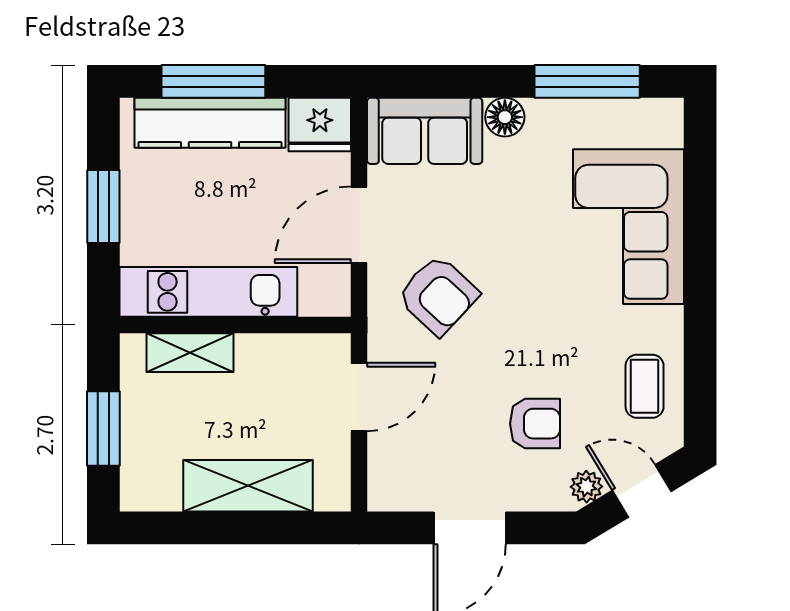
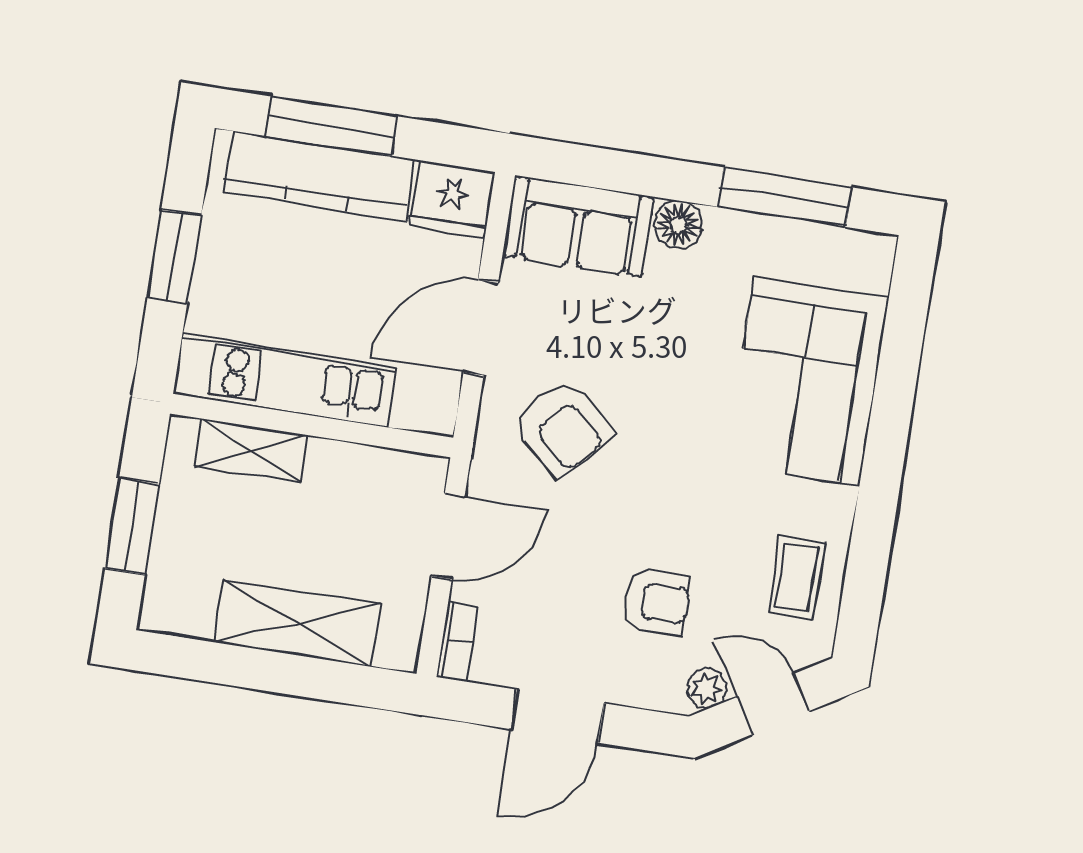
bookcase: (380, 480) -> (457, 642), added

